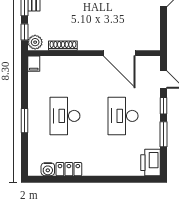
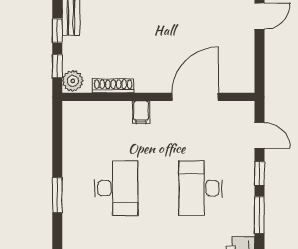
door: (119, 53) -> (195, 97), swing flipped
filing cabinet: (34, 64) -> (141, 112), moved
desk: (65, 116) -> (116, 188), turned 180

